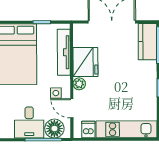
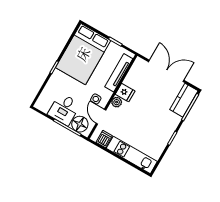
fridge: (85, 62) -> (125, 93), width x0.53, depth x0.75

